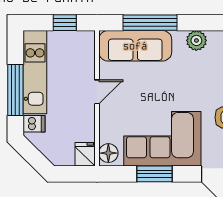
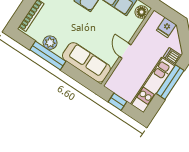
window: (150, 23) -> (48, 56), moved
door: (97, 92) -> (125, 51), hinge flipped
fridge: (85, 154) -> (166, 27), moved

